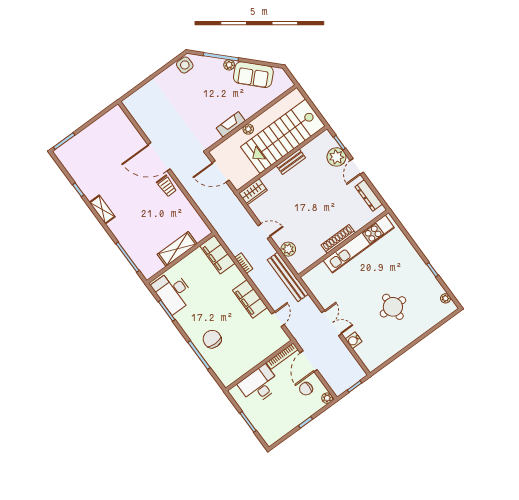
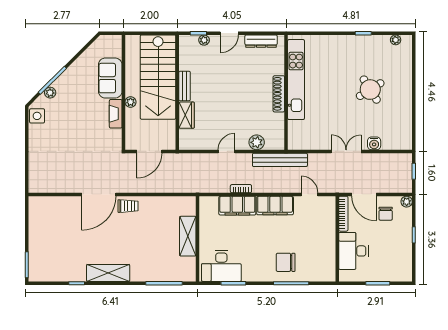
plant: (229, 65) -> (50, 93), moved
sofa: (253, 75) -> (110, 78), moved, turned 135
plant: (336, 157) -> (204, 40), width x0.53, depth x0.53
door: (357, 166) -> (229, 33), hinge flipped
wardrobe: (253, 192) -> (186, 115), moved
shelving: (102, 210) -> (108, 273), width x1.50, depth x1.33
filing cabinet: (217, 255) -> (237, 206), moved
round table: (393, 307) -> (370, 90), turned -32

